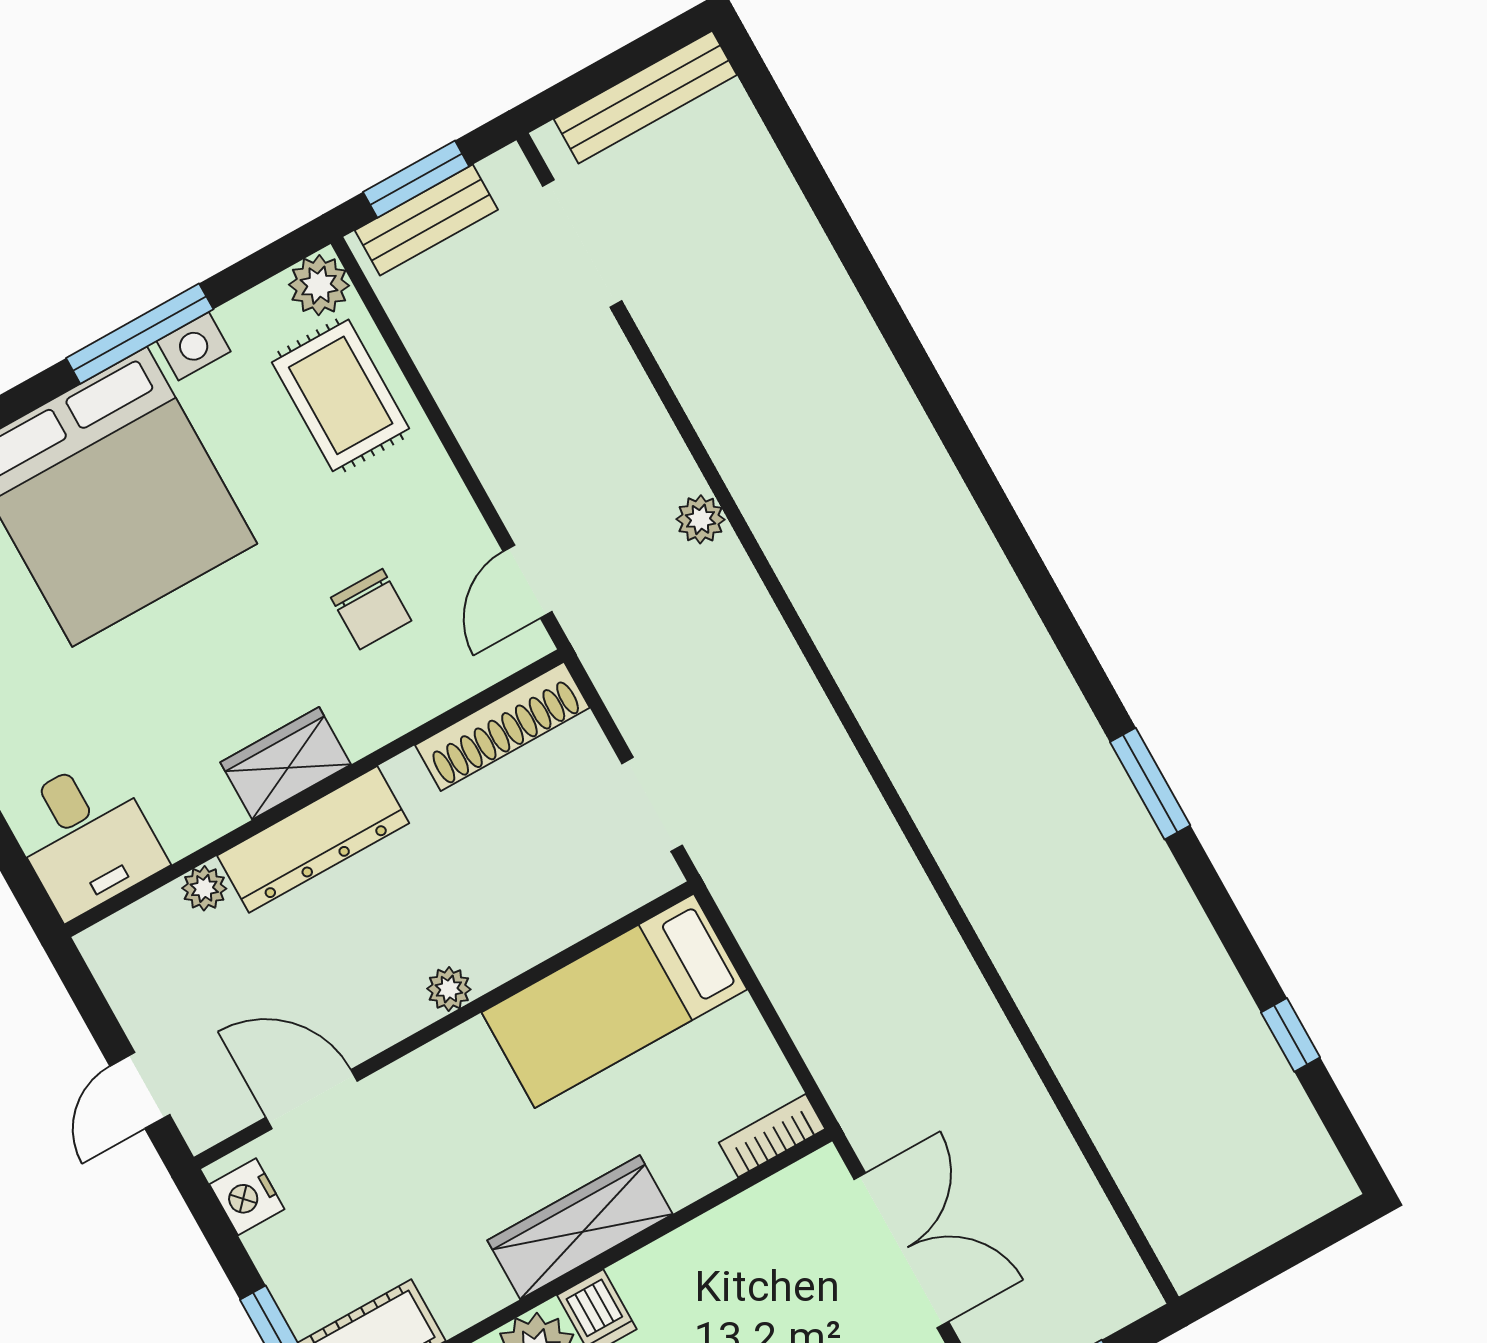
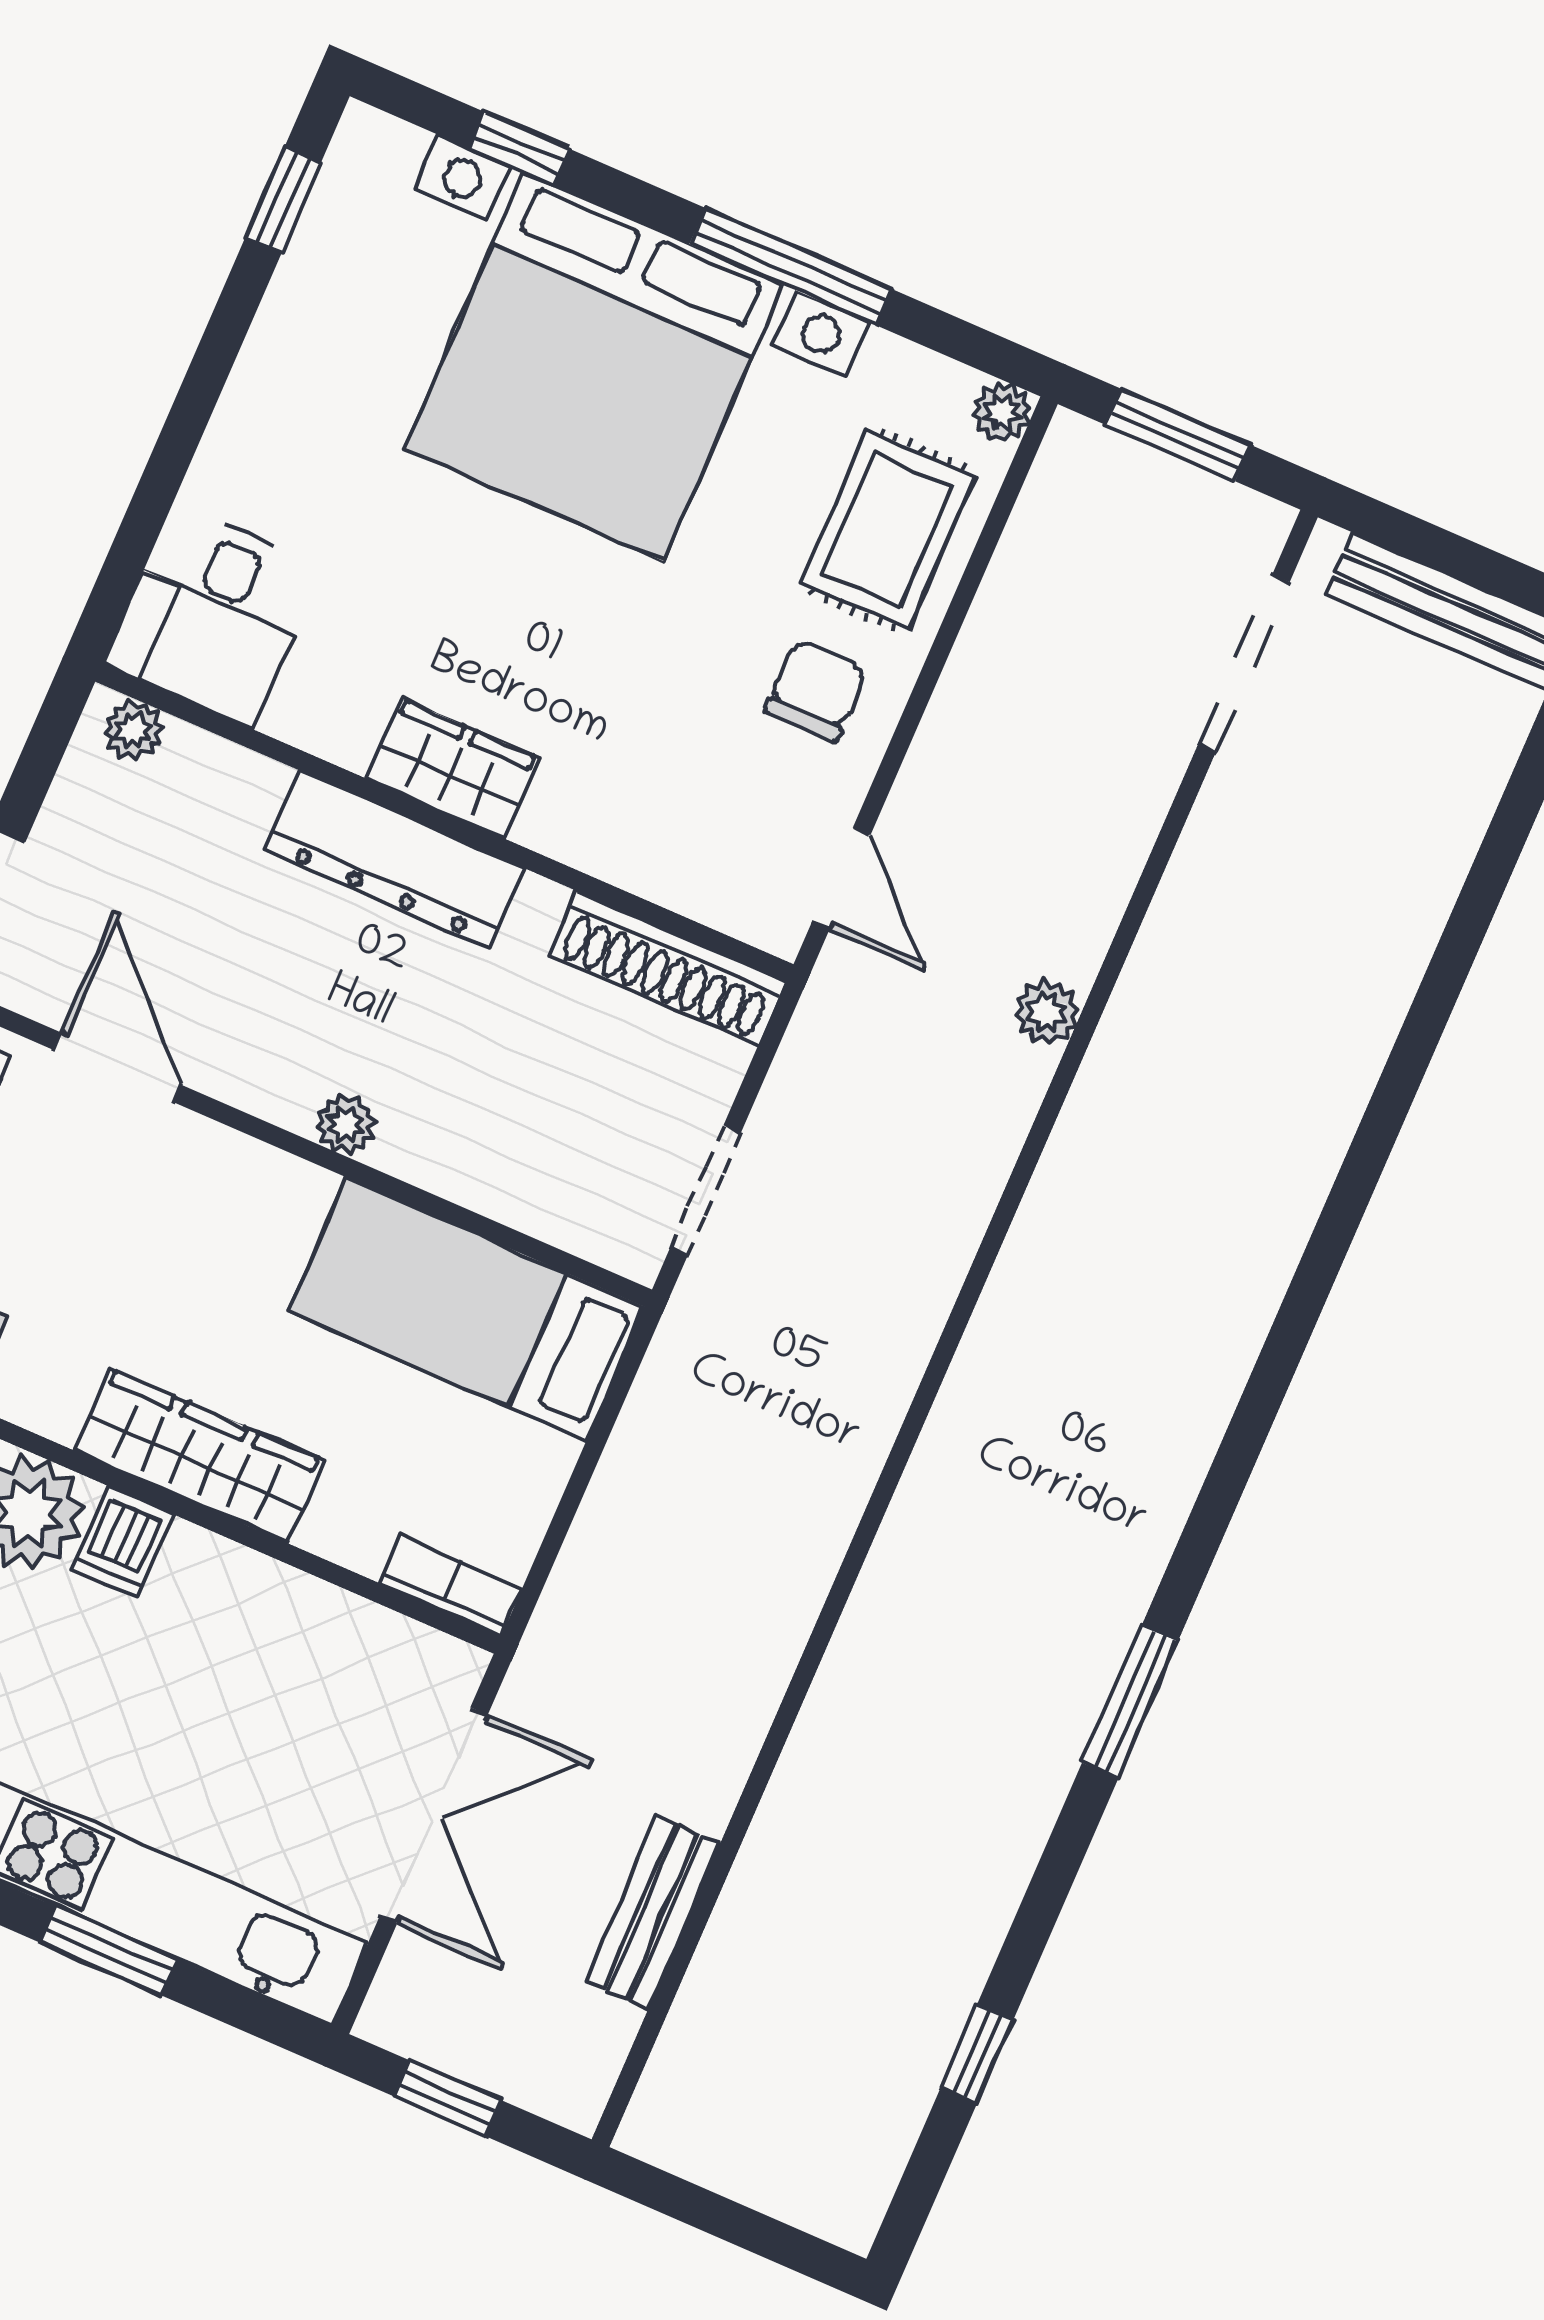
bench: (426, 220) -> (653, 1913), moved, turned 90
plant: (319, 285) -> (1002, 412), width x0.73, depth x0.73
door: (528, 582) -> (841, 878), swing flipped
chair: (371, 609) -> (816, 691), moved, turned 180
plant: (204, 888) -> (133, 731), moved

